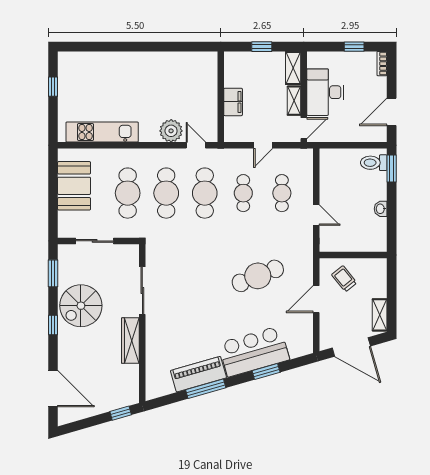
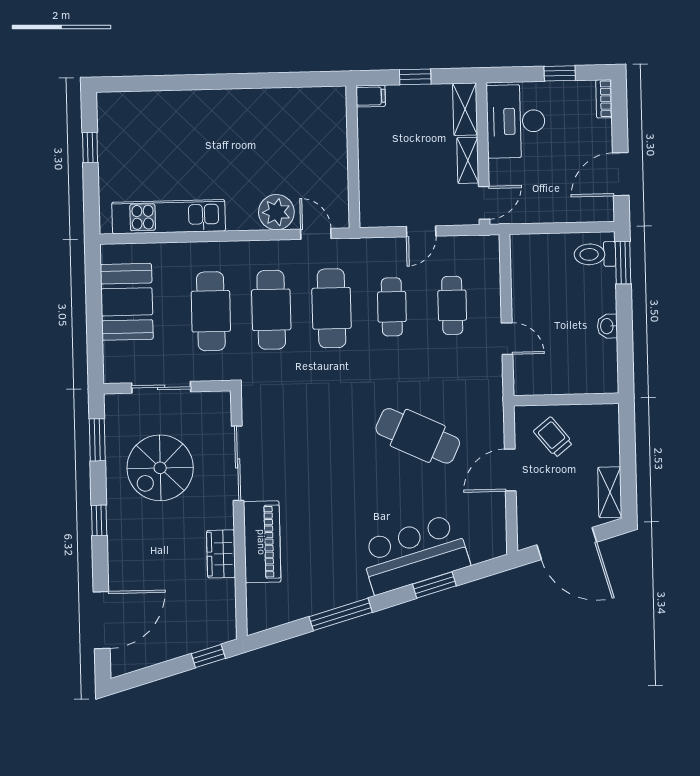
desk: (325, 92) -> (516, 121), moved
filing cabinet: (233, 102) -> (371, 96), moved, width x0.50
cafe table: (258, 276) -> (418, 436), turned 47
spiral stairs: (81, 306) -> (160, 468), moved
wardrobe: (130, 341) -> (221, 554), width x0.67
piano: (198, 374) -> (262, 542), moved, turned 106
door: (53, 389) -> (102, 620), hinge flipped

